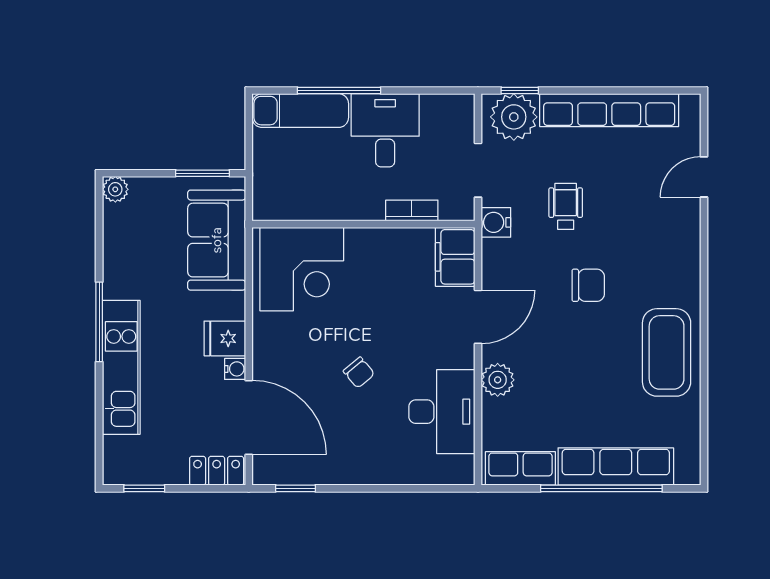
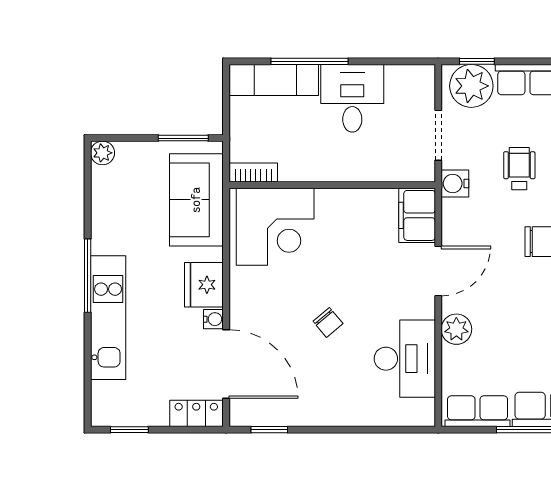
bookcase: (412, 211) -> (253, 173), moved
fridge: (225, 338) -> (204, 285), width x1.38

